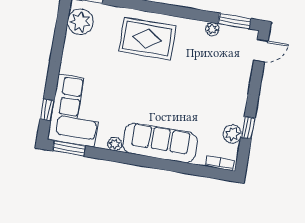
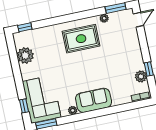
plant: (80, 22) -> (25, 55), moved
rug: (147, 39) -> (81, 39), moved
sofa: (160, 143) -> (94, 100), width x0.73

